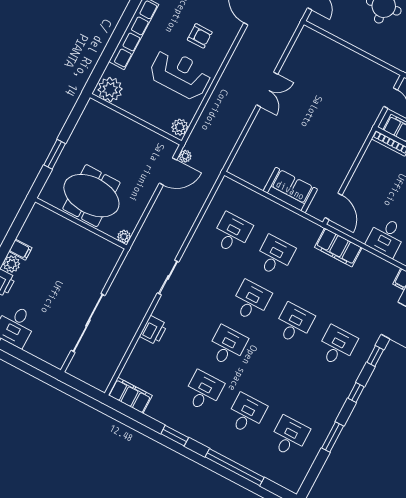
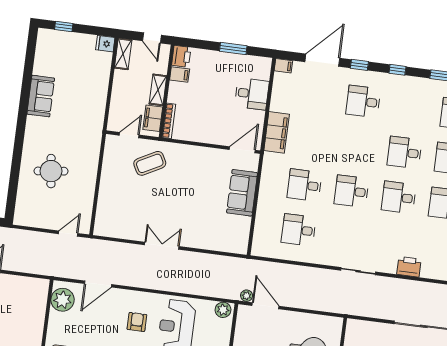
coffee table: (355, 108) -> (150, 163), added
plant: (124, 237) -> (337, 323), removed
desk: (294, 324) -> (405, 152), moved

